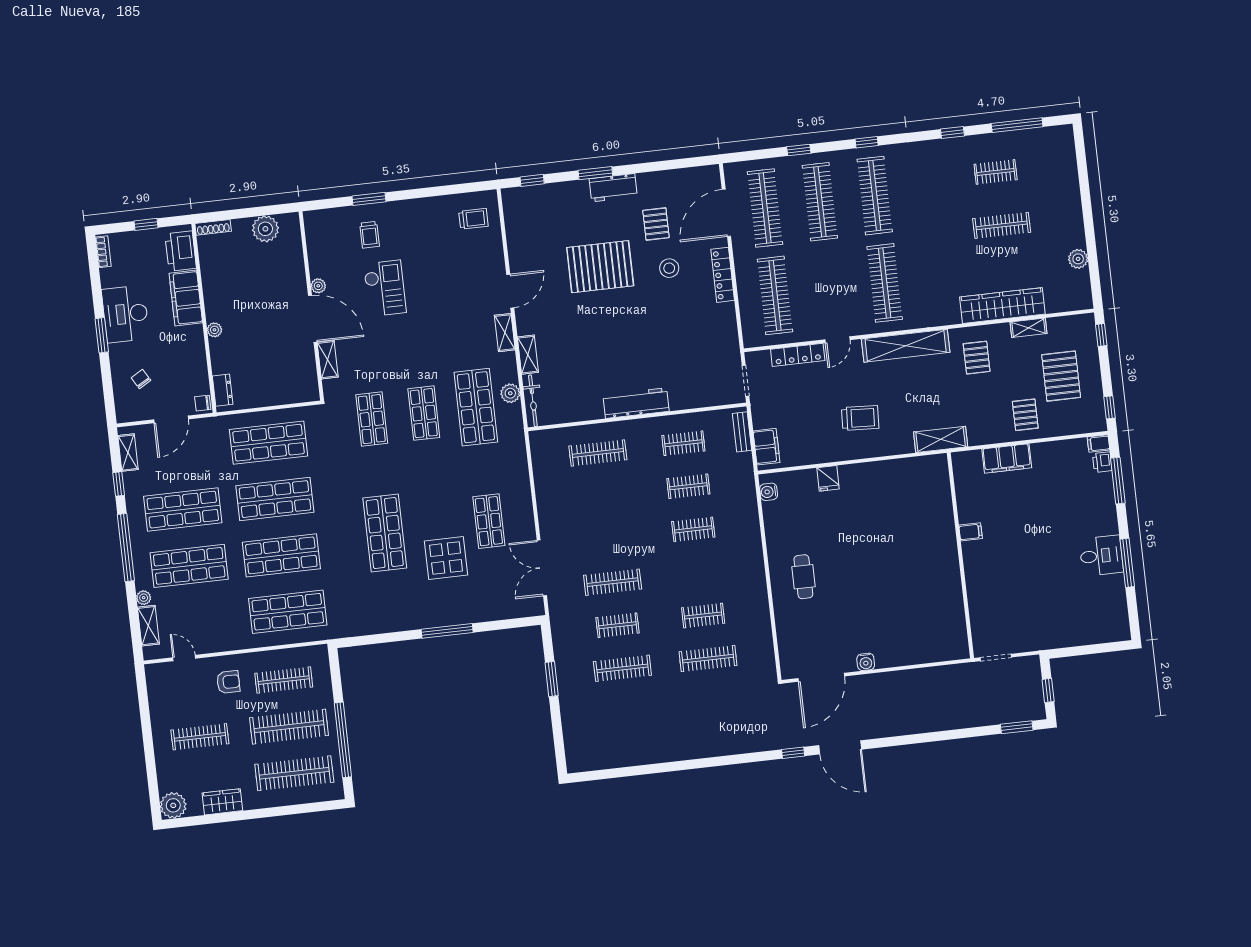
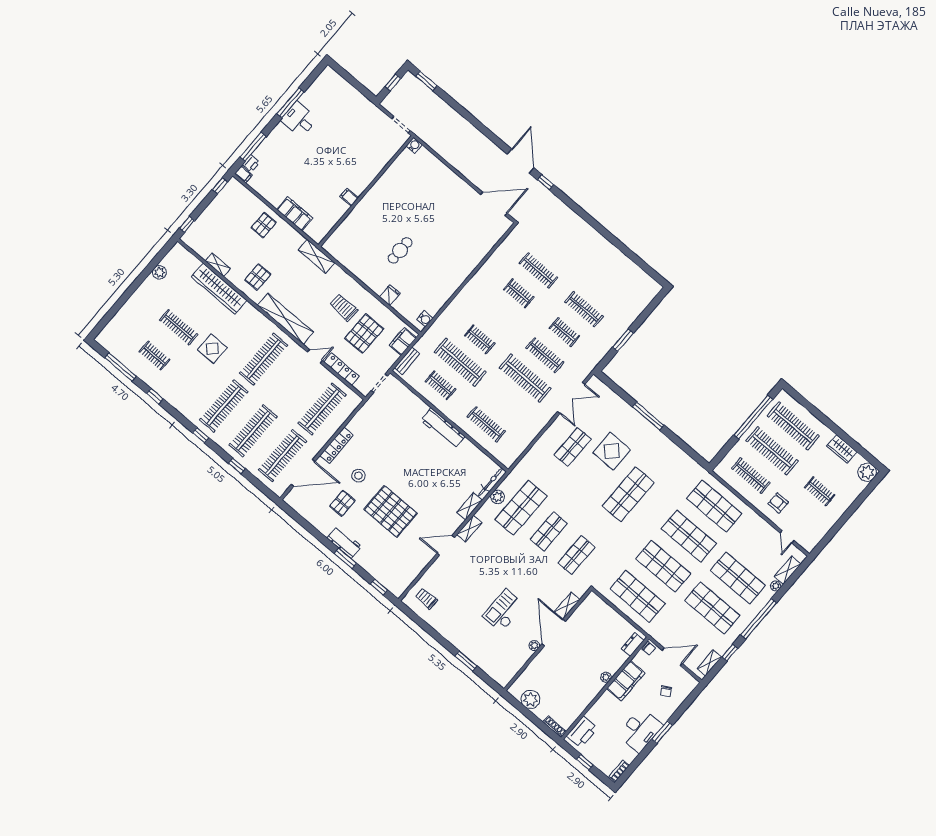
trolley: (369, 235) -> (484, 644), removed
display table: (946, 240) -> (212, 349), added
filing cabinet: (186, 298) -> (626, 681), moved
pallet: (1061, 376) -> (364, 334), moved
clothes rail: (688, 486) -> (460, 362), width x1.86, depth x1.31
clothes rail: (608, 539) -> (525, 378), added
cafe table: (803, 577) -> (400, 250), moved
water cooler: (866, 662) -> (414, 145), moved
clothes rail: (200, 737) -> (820, 491), width x0.73

